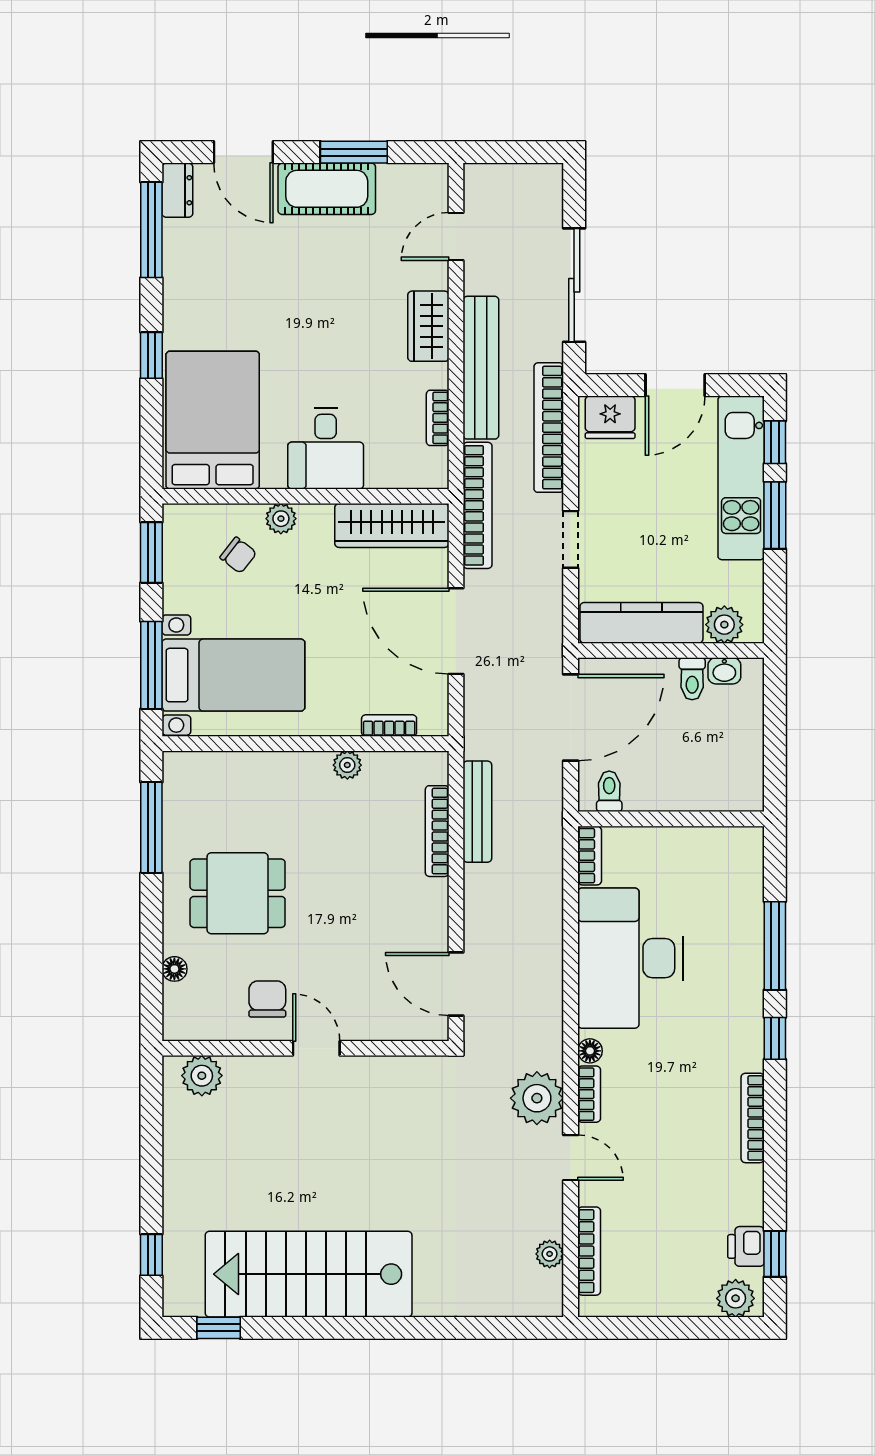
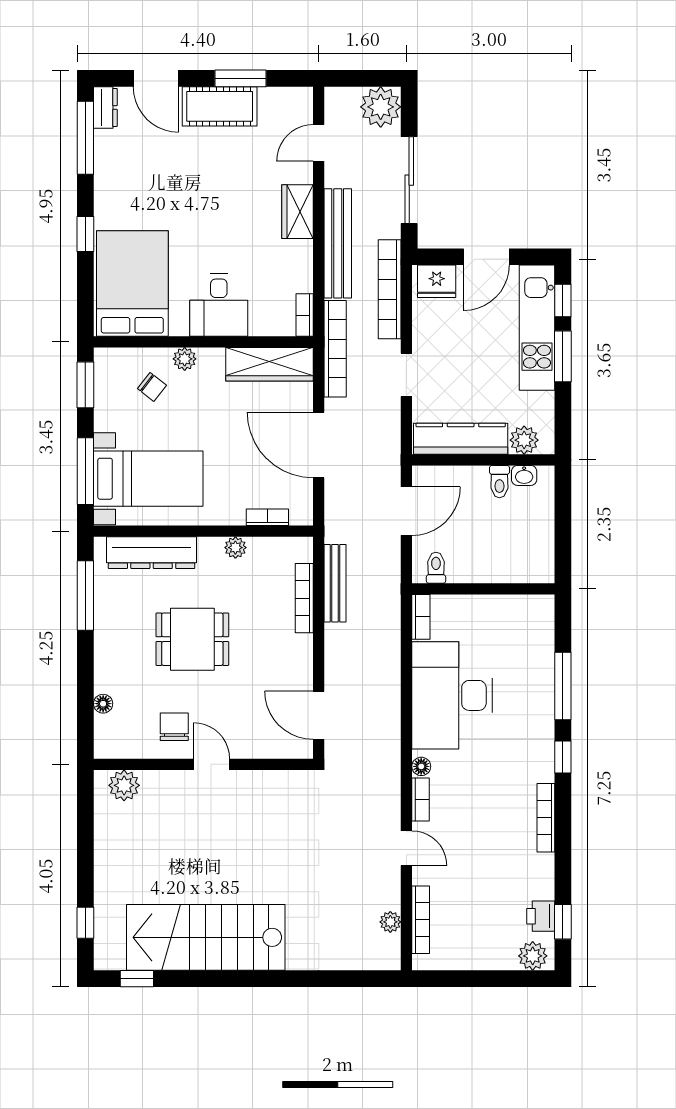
bookcase: (438, 418) -> (305, 315), moved
door: (571, 718) -> (406, 511), width x0.73
dresser: (238, 772) -> (152, 553), added
dining table: (238, 893) -> (192, 639), moved
plant: (537, 1098) -> (381, 107), moved

